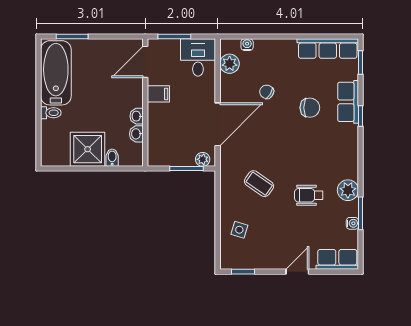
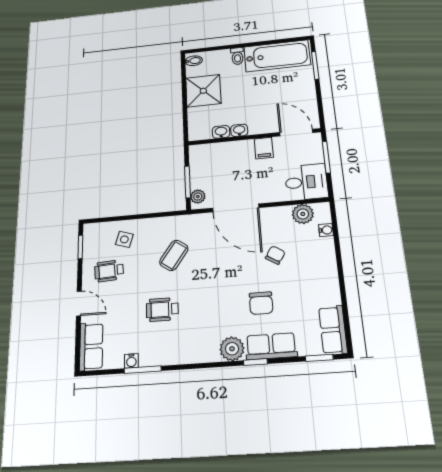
row of seats: (328, 49) -> (333, 330), width x0.68
bidet: (112, 158) -> (194, 61), moved
plant: (348, 190) -> (232, 349), moved
wheelchair: (309, 195) -> (162, 309), turned -90
wheelchair: (269, 244) -> (109, 271), added

